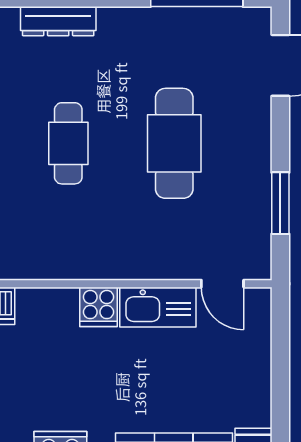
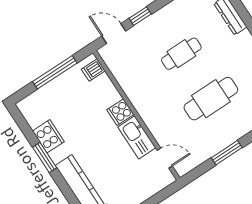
window: (280, 203) -> (227, 153), moved
door: (222, 284) -> (165, 158), swing flipped

